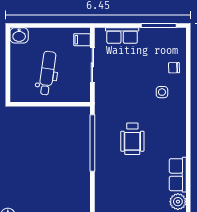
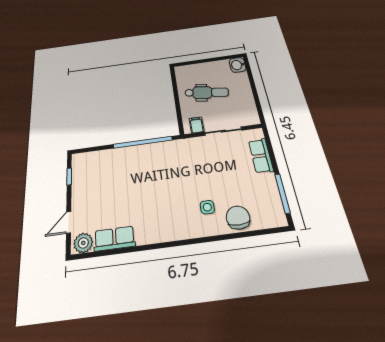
filing cabinet: (82, 40) -> (197, 125), moved
chair: (174, 68) -> (238, 218), width x1.87, depth x1.87
wheelchair: (132, 139) -> (151, 182), removed

